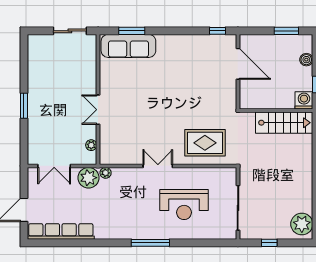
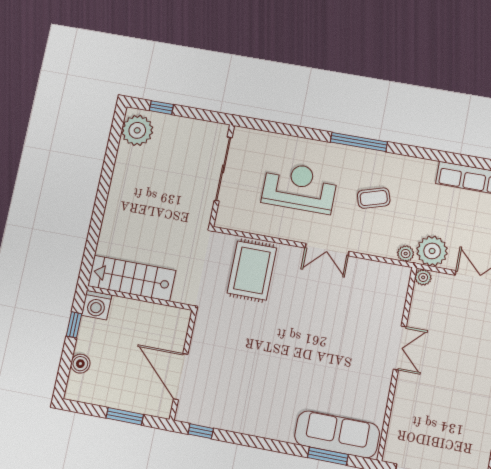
window: (286, 31) -> (125, 416), moved
rug: (205, 143) -> (252, 270), turned 90
plant: (91, 145) -> (423, 277), moved
coffee table: (133, 206) -> (374, 198), added
window: (269, 243) -> (161, 108), moved

